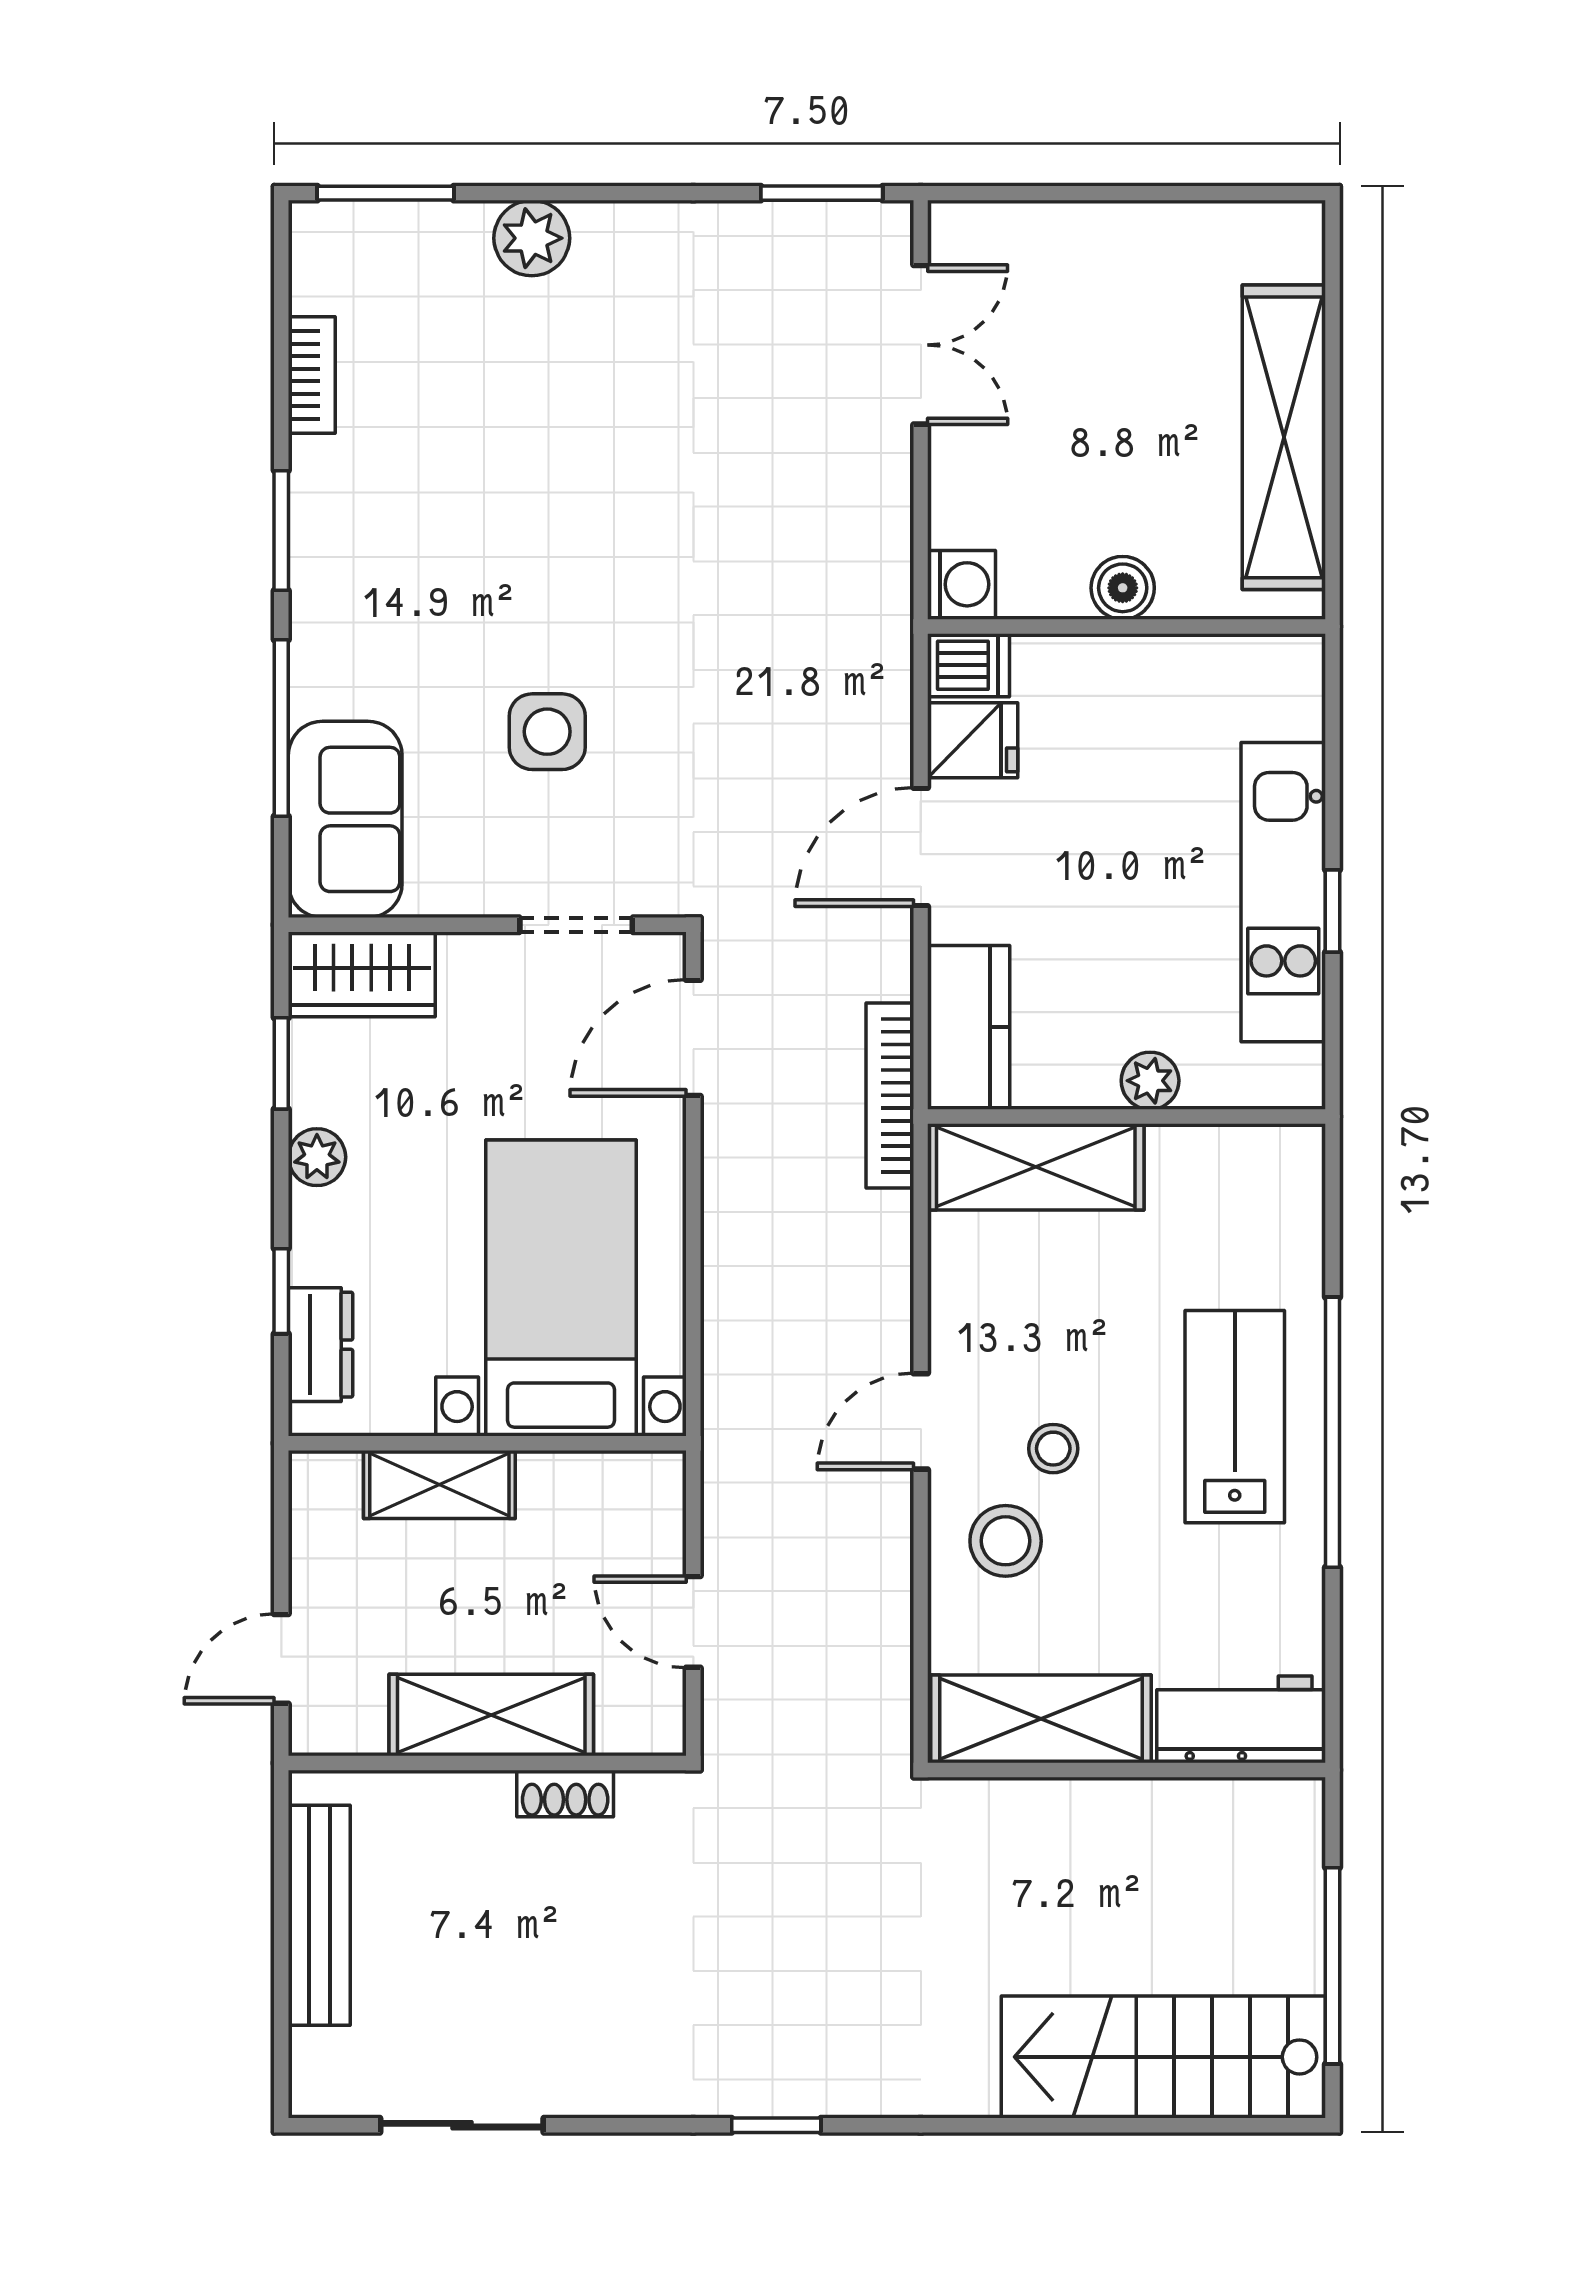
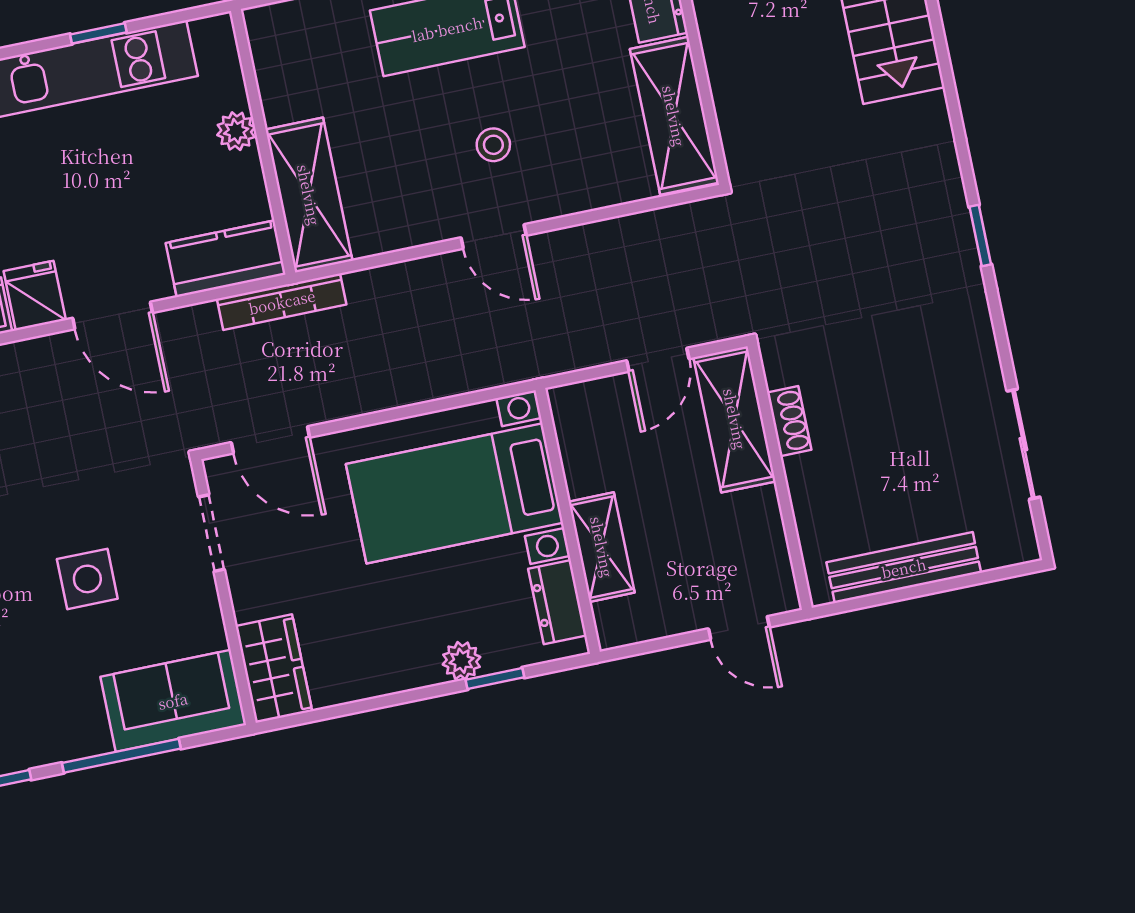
window: (281, 1063) -> (344, 710), removed
plant: (317, 1157) -> (462, 661), moved
dresser: (321, 1345) -> (557, 602), moved, turned -90
stool: (1006, 1541) -> (561, 164), removed
shelving: (491, 1715) -> (735, 419), moved

